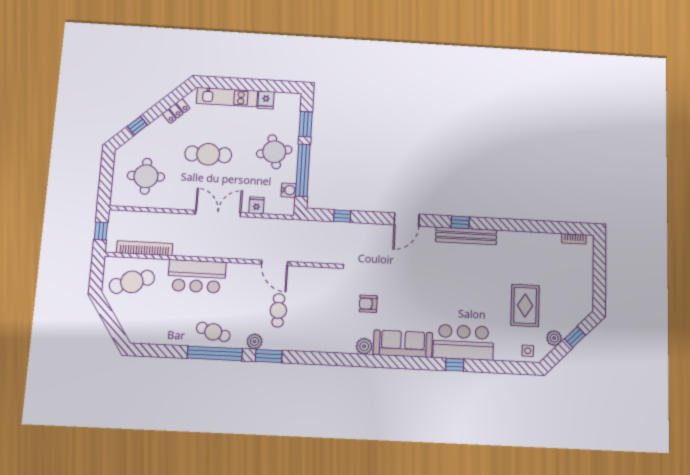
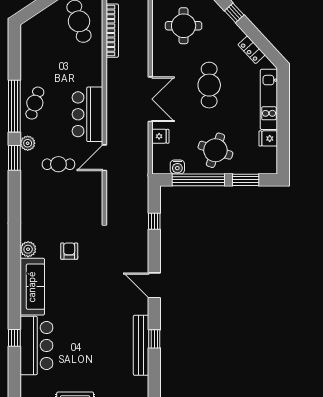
round table: (274, 152) -> (215, 150), turned 31
bar counter: (197, 276) -> (87, 114), moved

